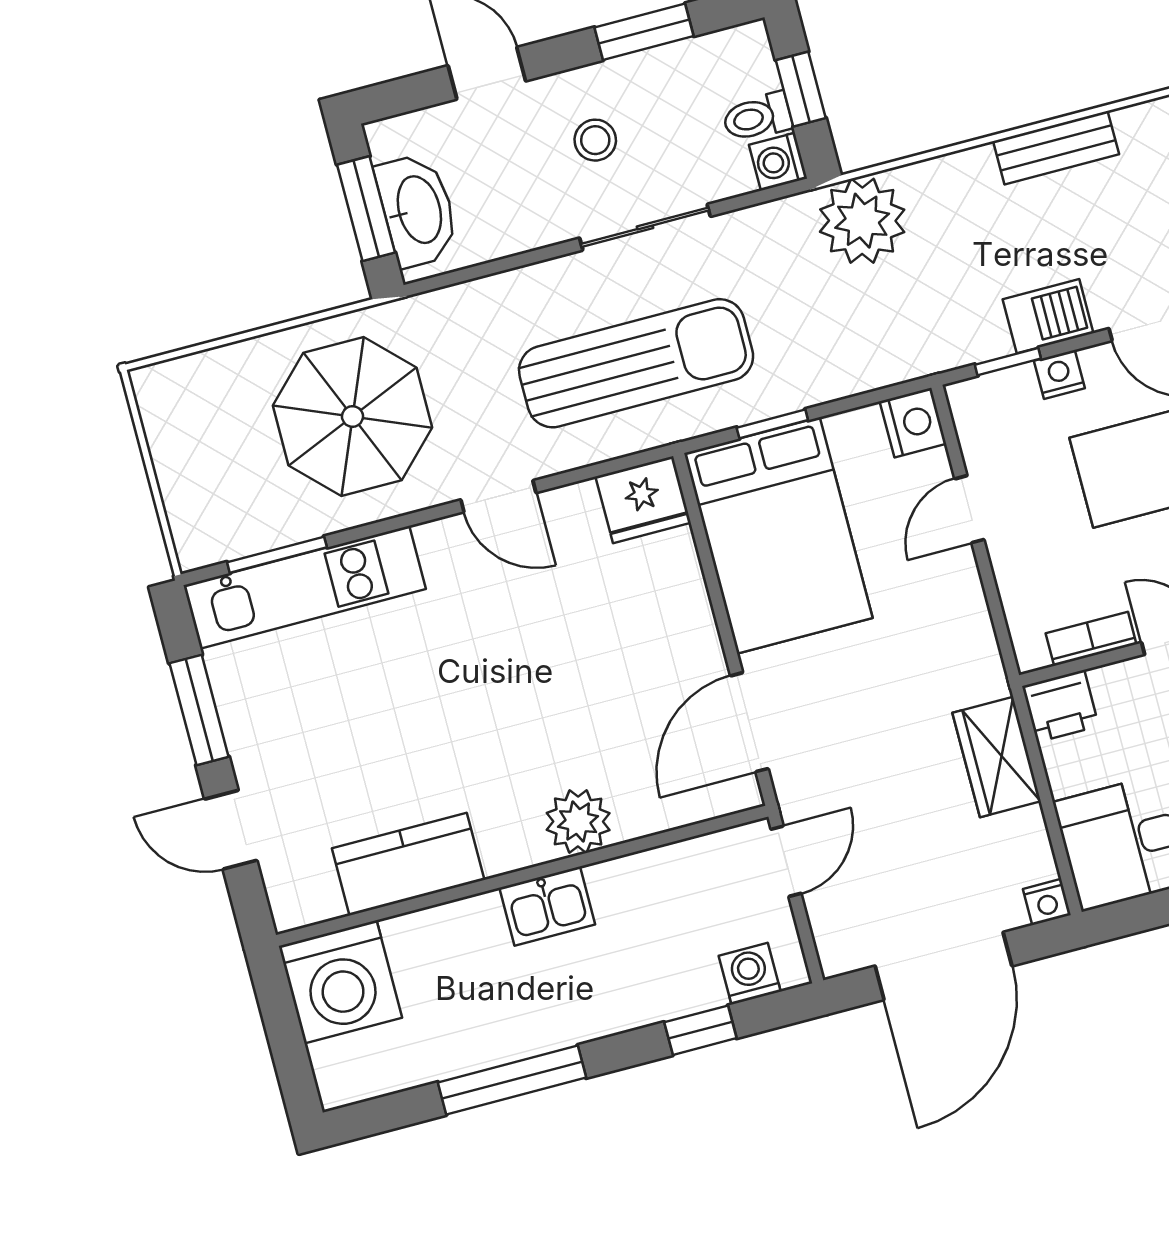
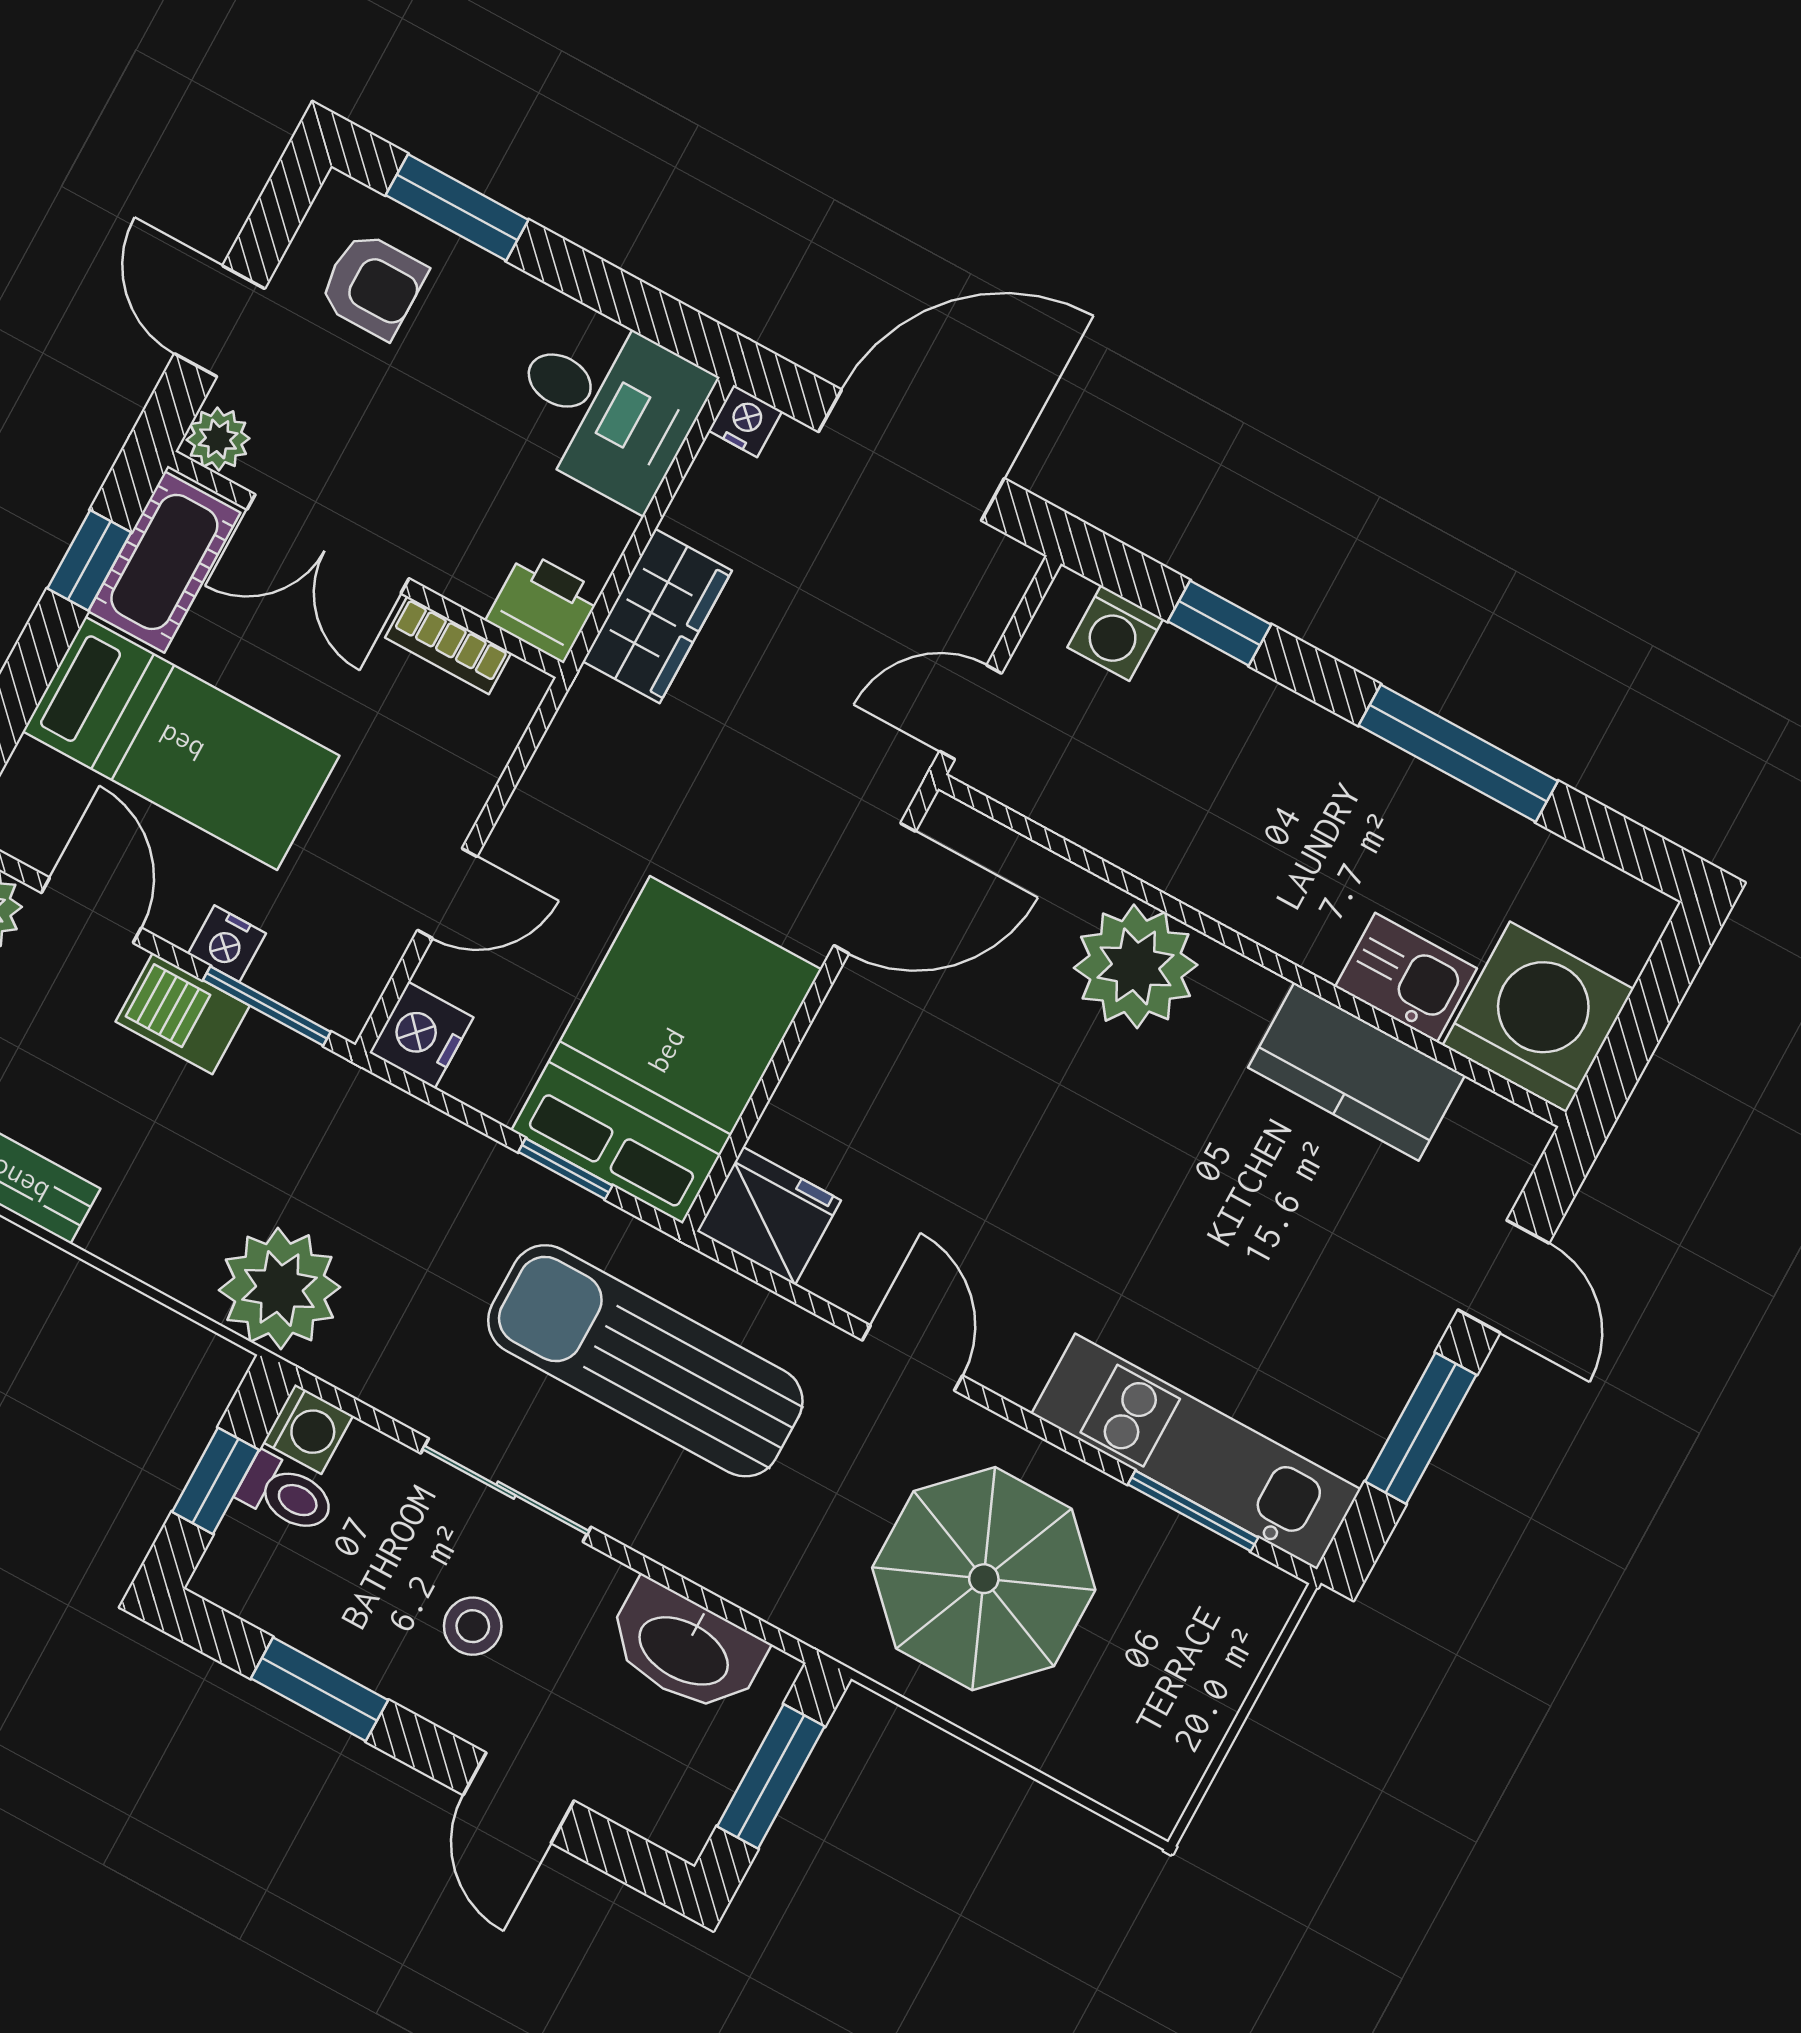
washbasin: (417, 210) -> (685, 1649), moved, turned -90
window: (1008, 362) -> (267, 1006), width x1.50
plant: (578, 822) -> (1136, 966), width x1.36, depth x1.36
kitchen sink: (547, 906) -> (1406, 978), moved

